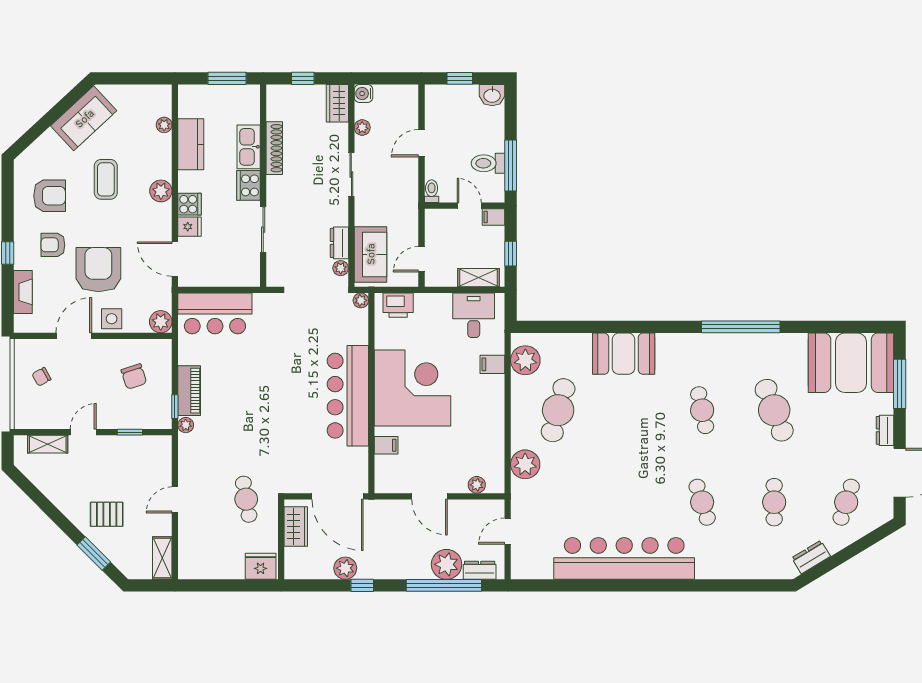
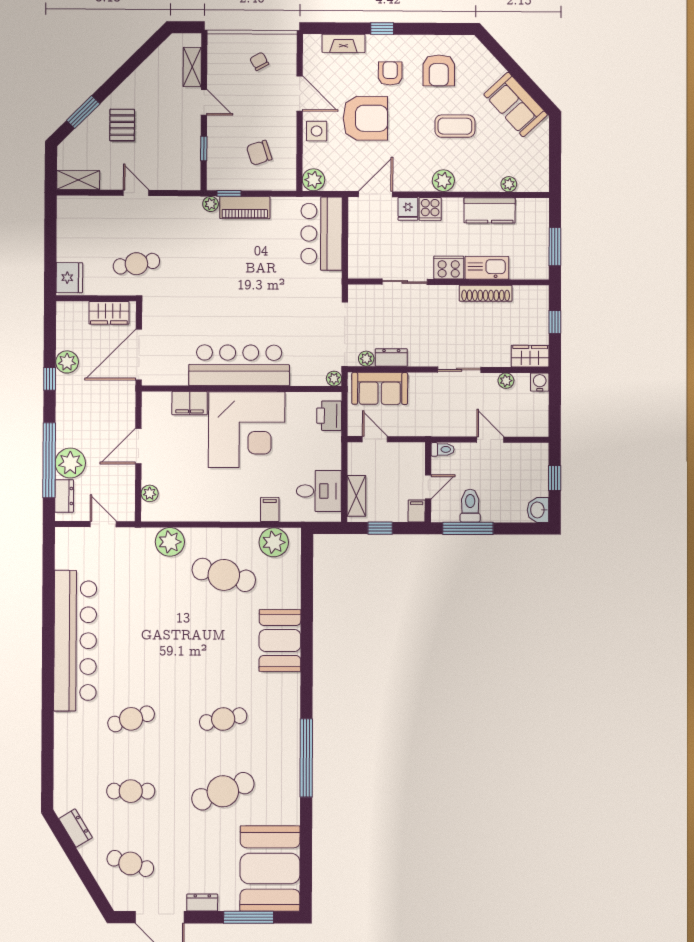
filing cabinet: (386, 445) -> (190, 403), width x2.00

